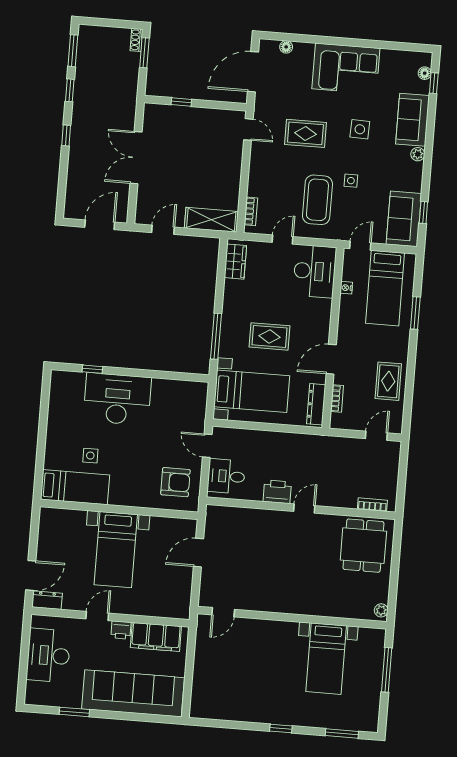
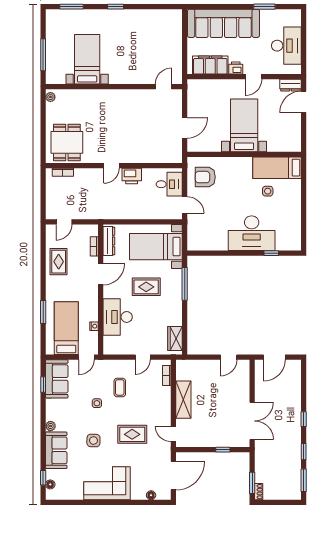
double door: (136, 158) -> (252, 421), moved
coffee table: (317, 200) -> (120, 387), width x0.54, depth x0.58
shelving: (211, 220) -> (183, 400), moved, turned 90
desk: (315, 271) -> (118, 317), moved

